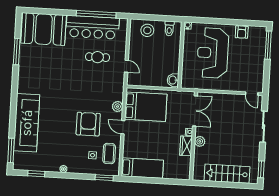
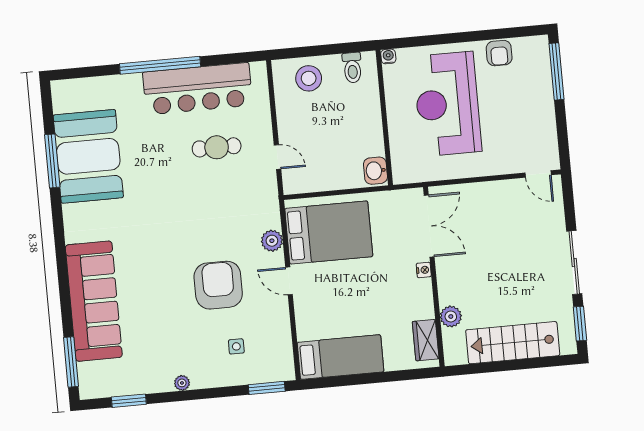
window: (96, 14) -> (160, 65), moved
booth: (44, 29) -> (88, 156), moved, turned 90
sliding door: (264, 127) -> (574, 263), moved
plant: (200, 141) -> (451, 316), moved
wardrobe: (186, 146) -> (426, 340), moved
coffee table: (109, 154) -> (269, 338), removed

